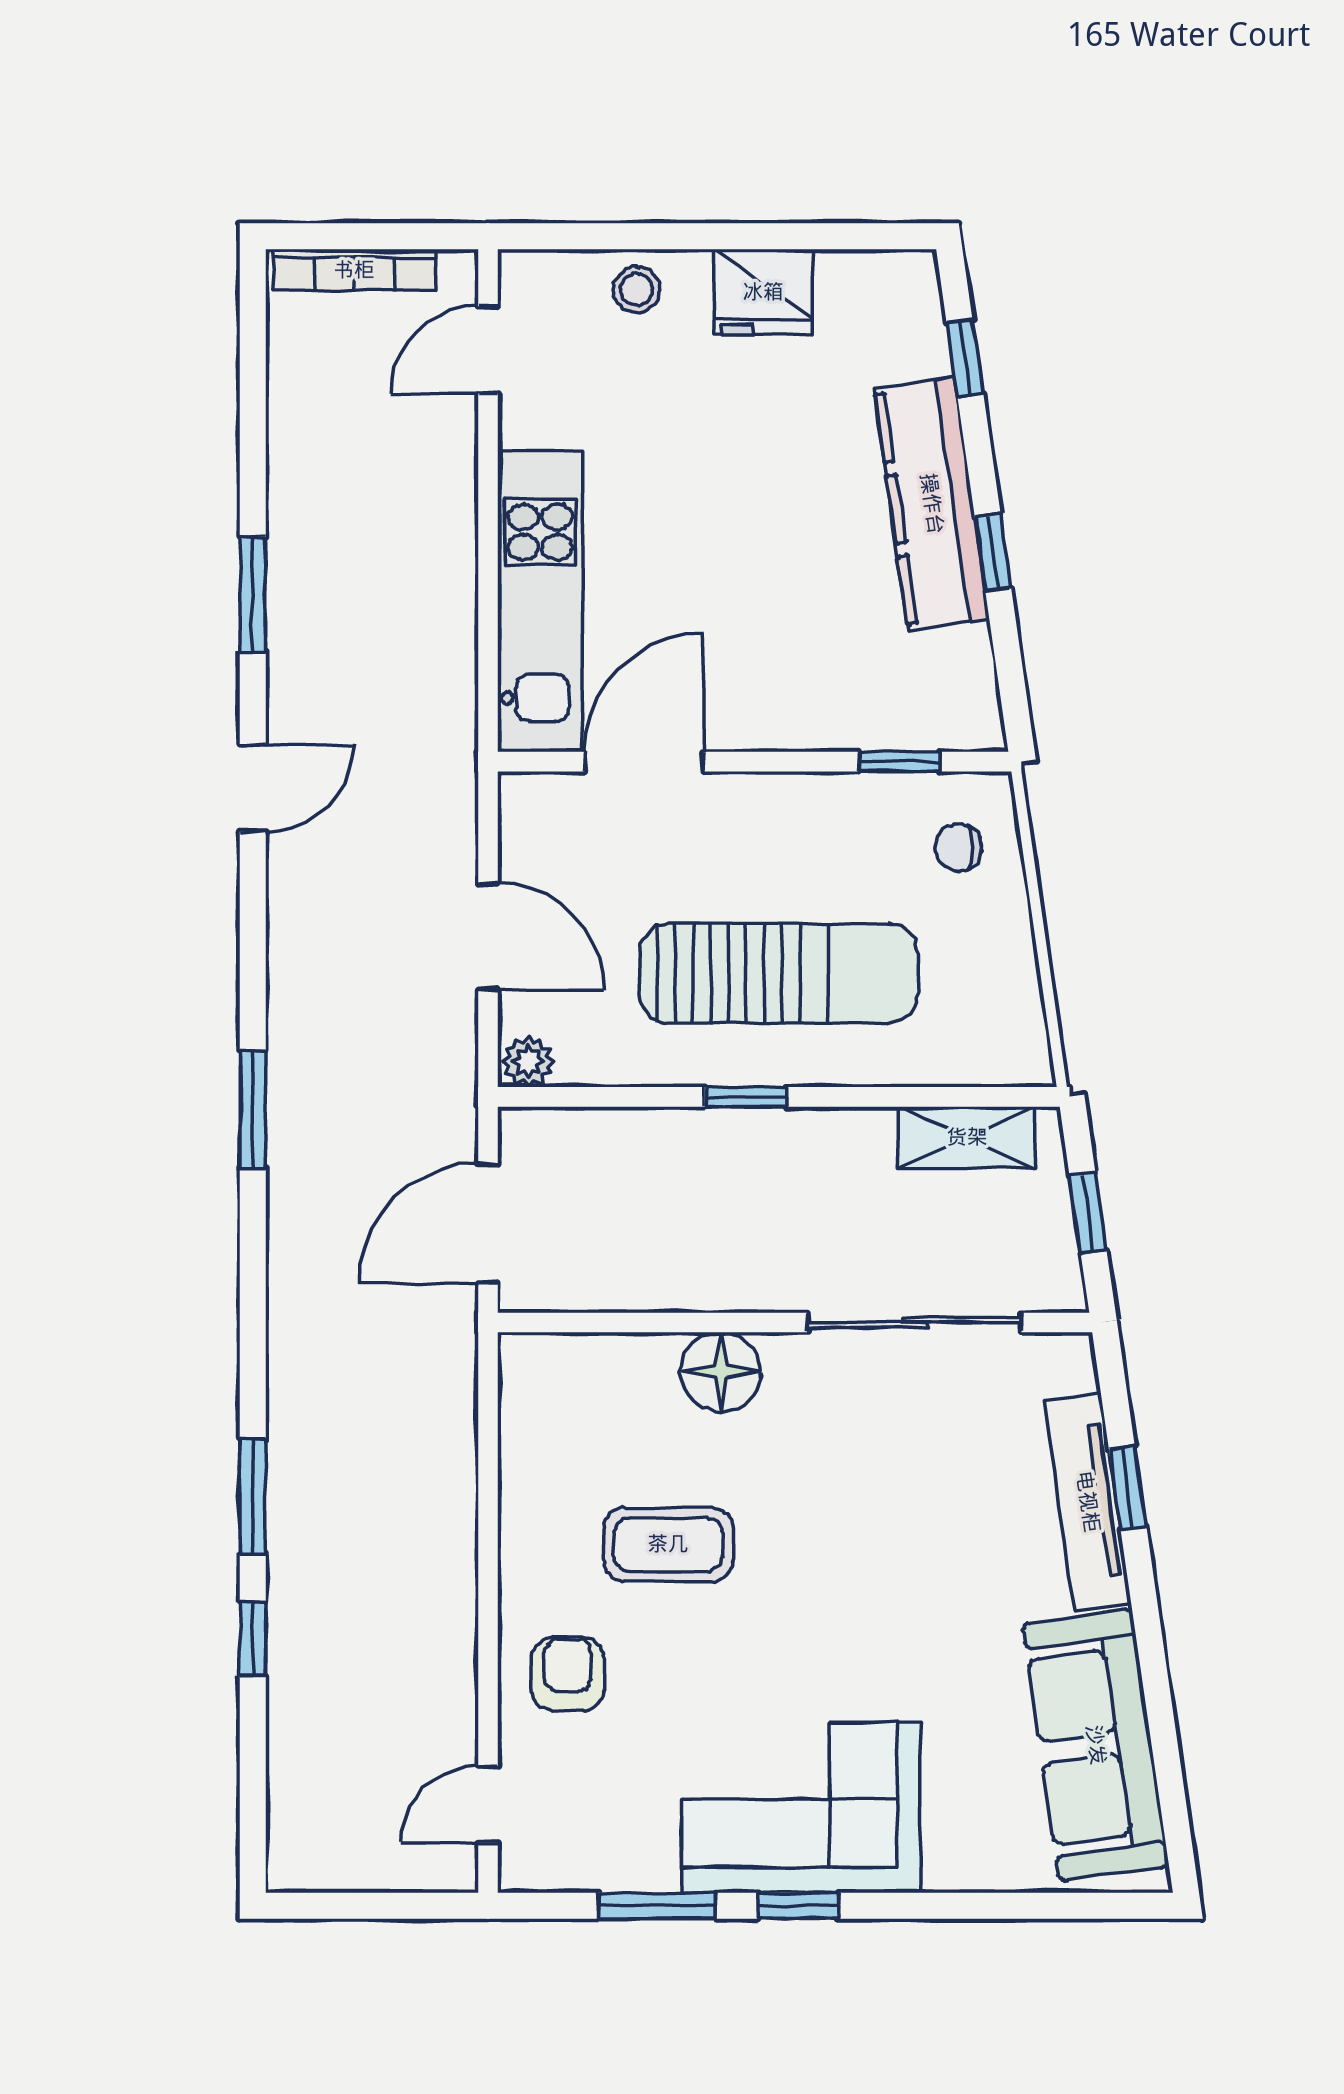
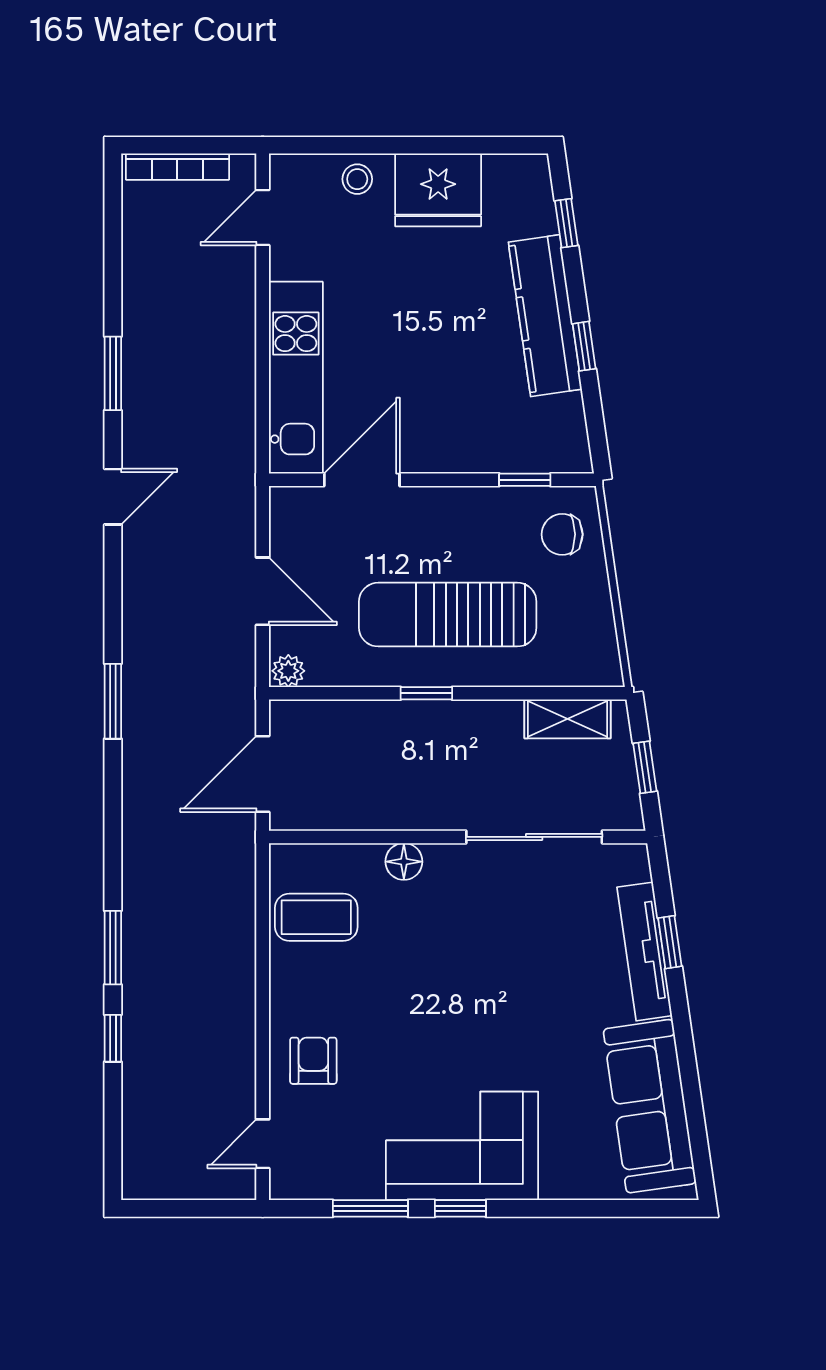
fridge: (763, 292) -> (438, 190), width x1.36, depth x1.34
chair: (958, 847) -> (562, 534), width x1.37, depth x1.37
sun lounger: (779, 973) -> (448, 615), turned 180
floor lamp: (721, 1372) -> (404, 862), width x0.73, depth x0.73
coffee table: (668, 1544) -> (316, 917), moved

